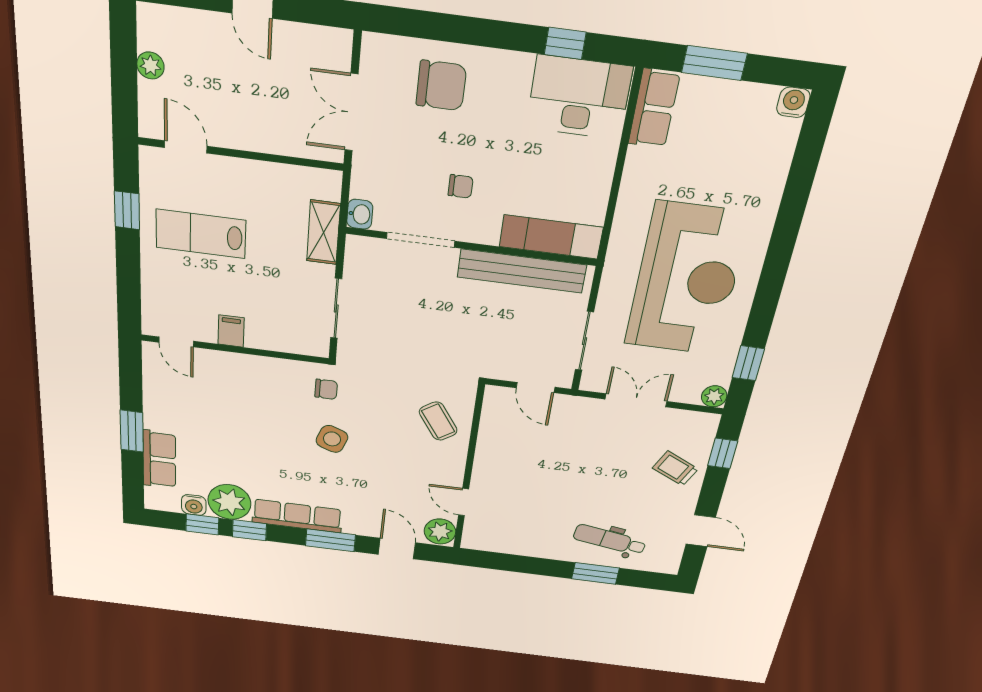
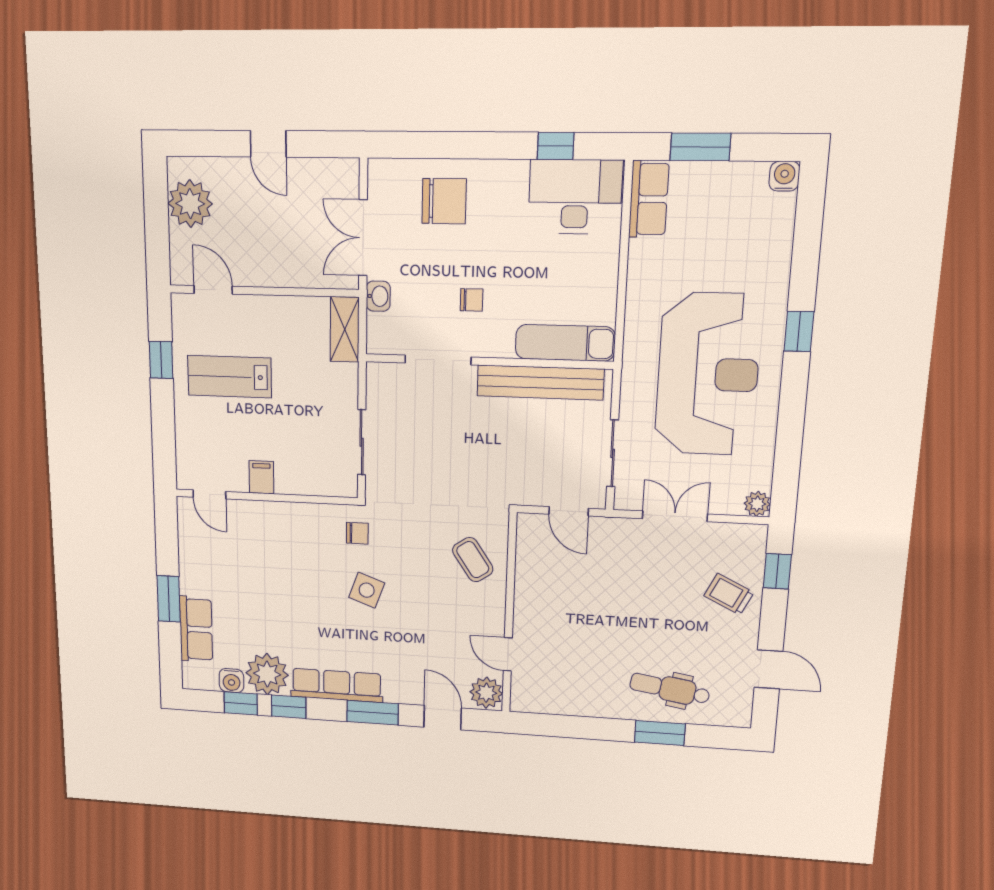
plant: (150, 65) -> (190, 204), width x1.88, depth x1.88
washbasin: (360, 214) -> (378, 296), moved
shelving: (324, 232) -> (345, 329), moved
window: (748, 363) -> (799, 331), moved

